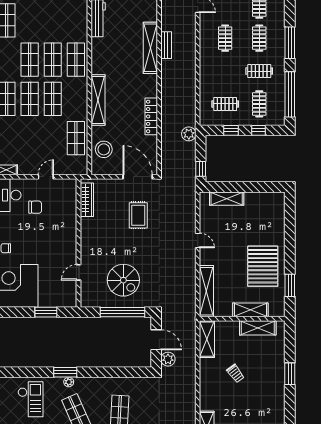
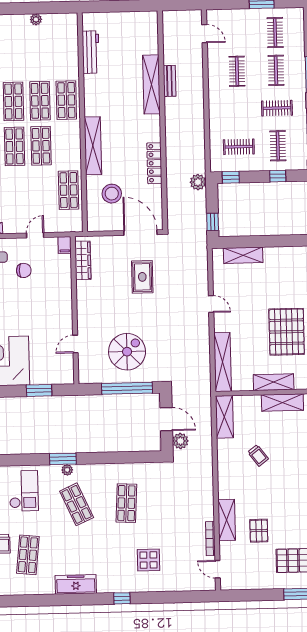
window: (231, 130) -> (231, 177), moved
stool: (104, 149) -> (112, 194), moved
filing cabinet: (71, 186) -> (65, 245), added
spiral stairs: (123, 280) -> (127, 352), turned -90

